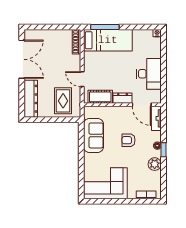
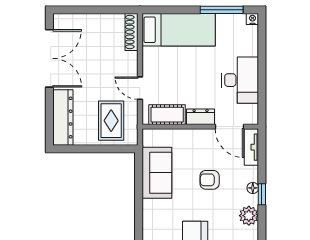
window: (105, 27) -> (222, 10), moved

